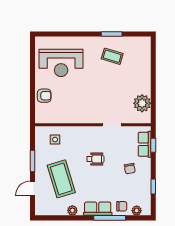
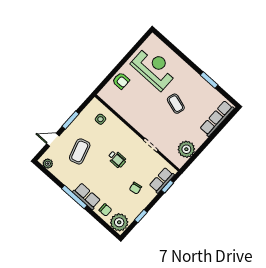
coffee table: (112, 56) -> (176, 104), moved
row of seats: (144, 58) -> (217, 118), added
reception desk: (61, 63) -> (154, 68), turned 180
coffee table: (61, 179) -> (80, 151), width x0.73, depth x0.76
plant: (72, 210) -> (48, 164), moved
plant: (137, 211) -> (119, 222), width x1.87, depth x1.87
window: (110, 218) -> (74, 197), moved

